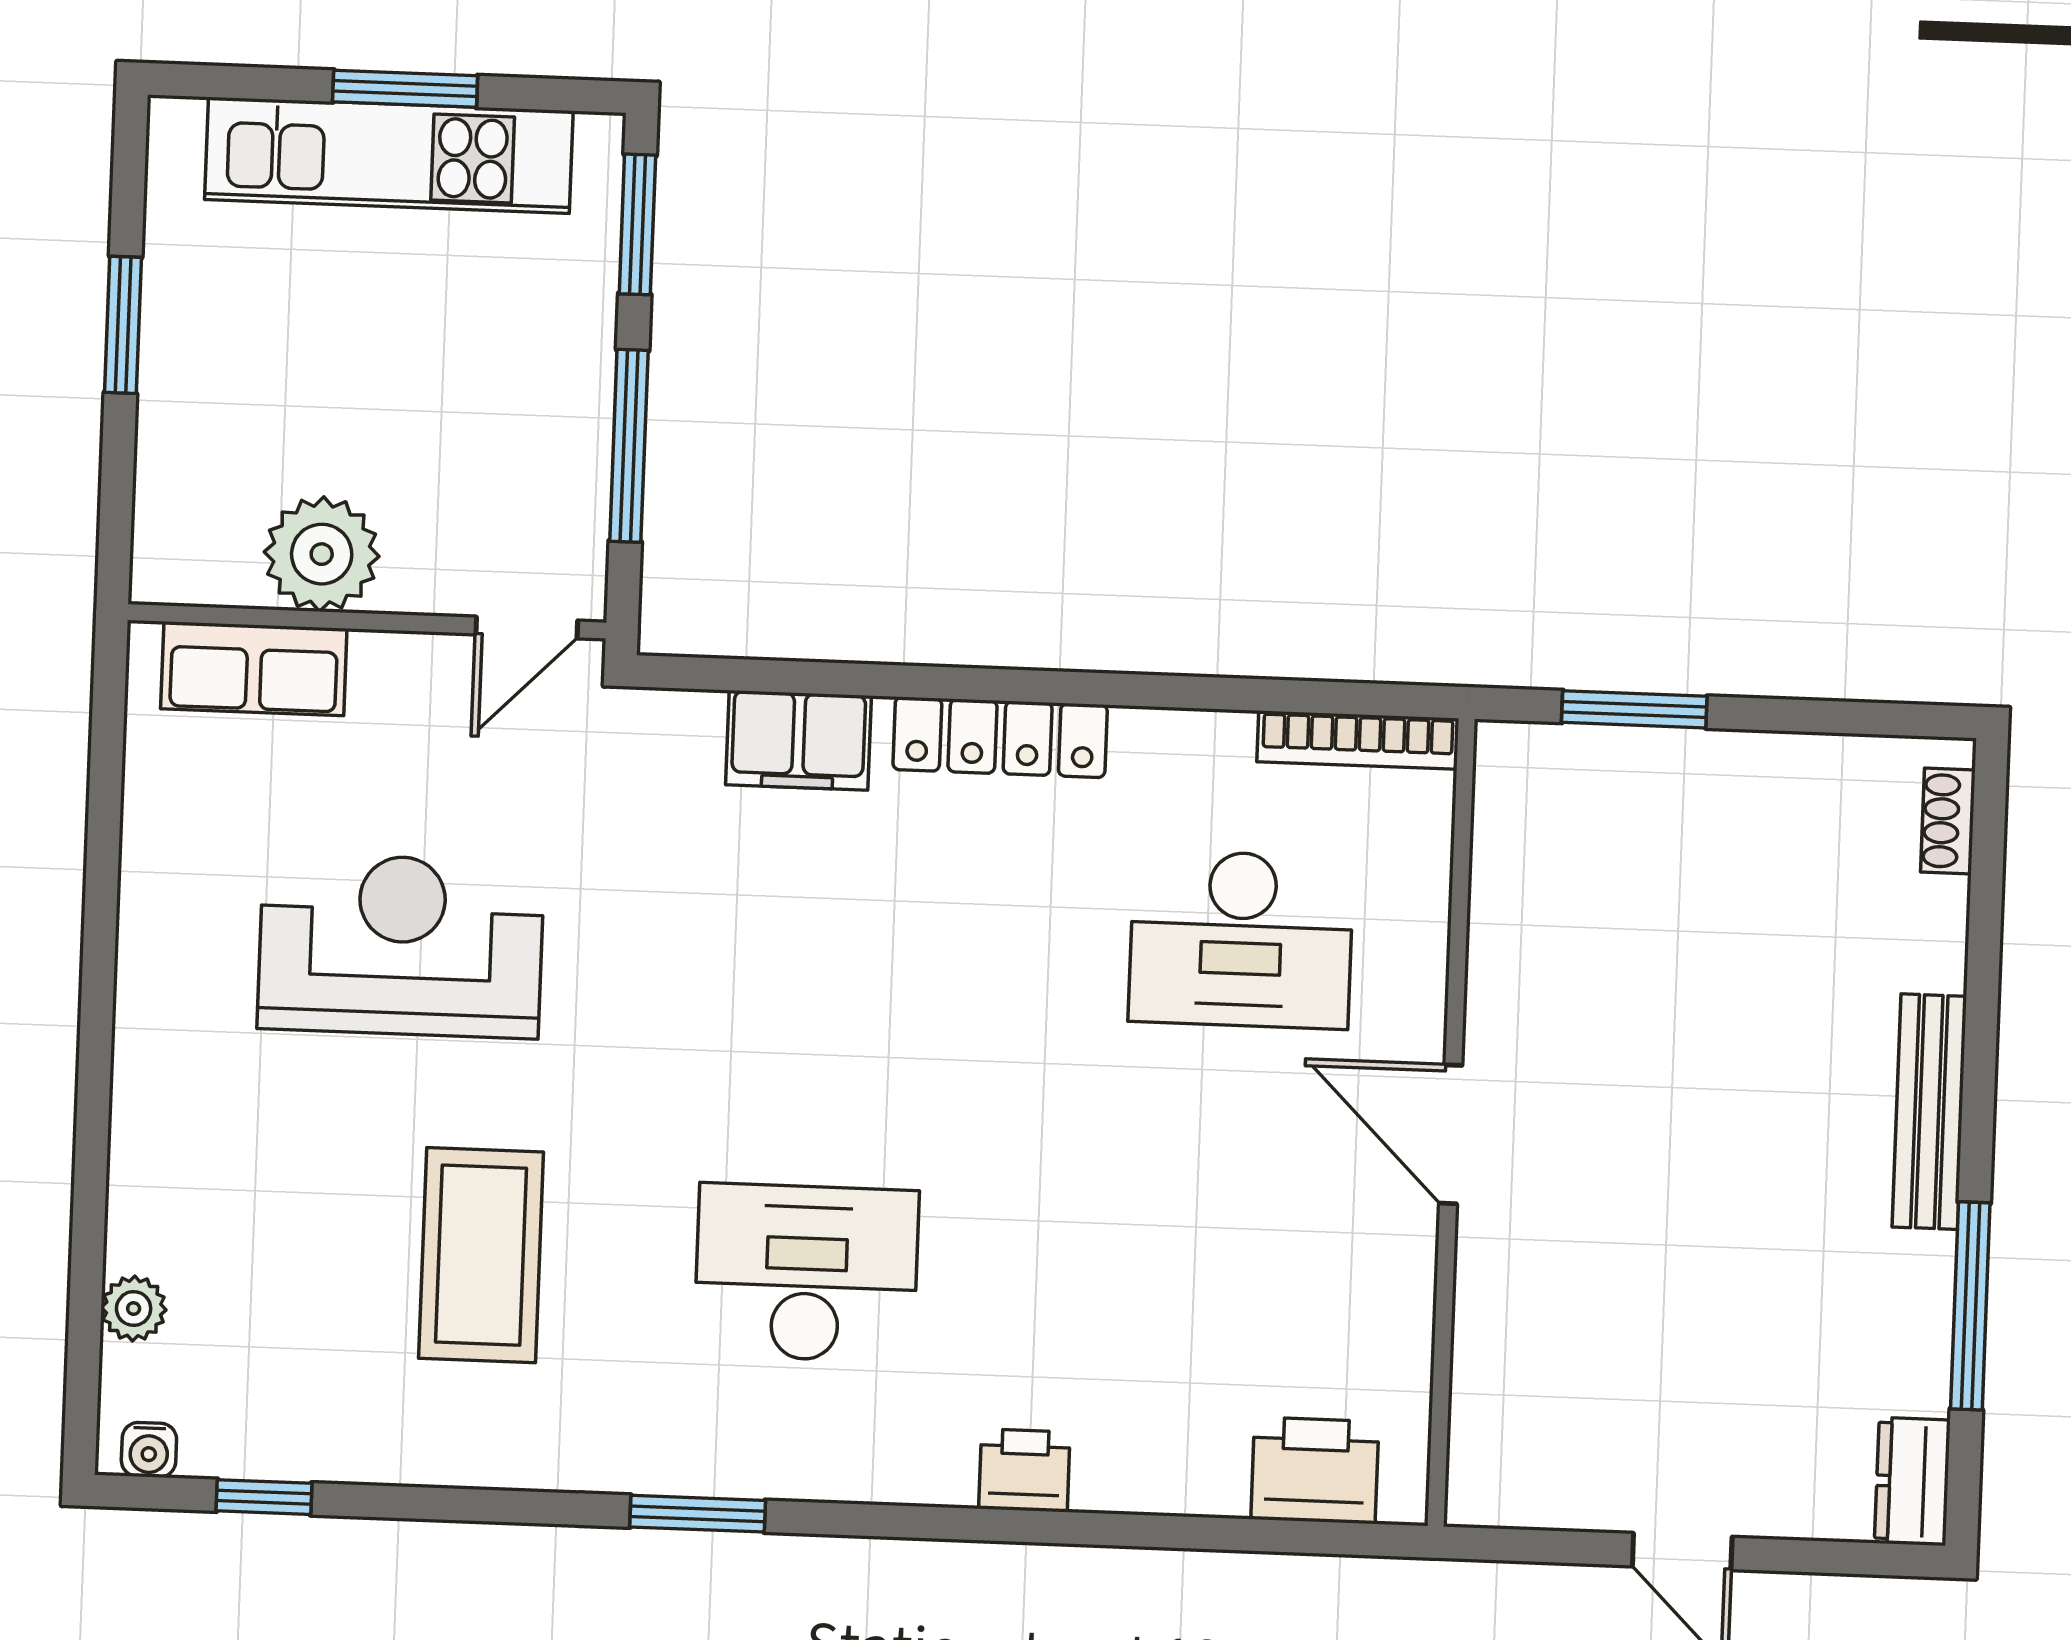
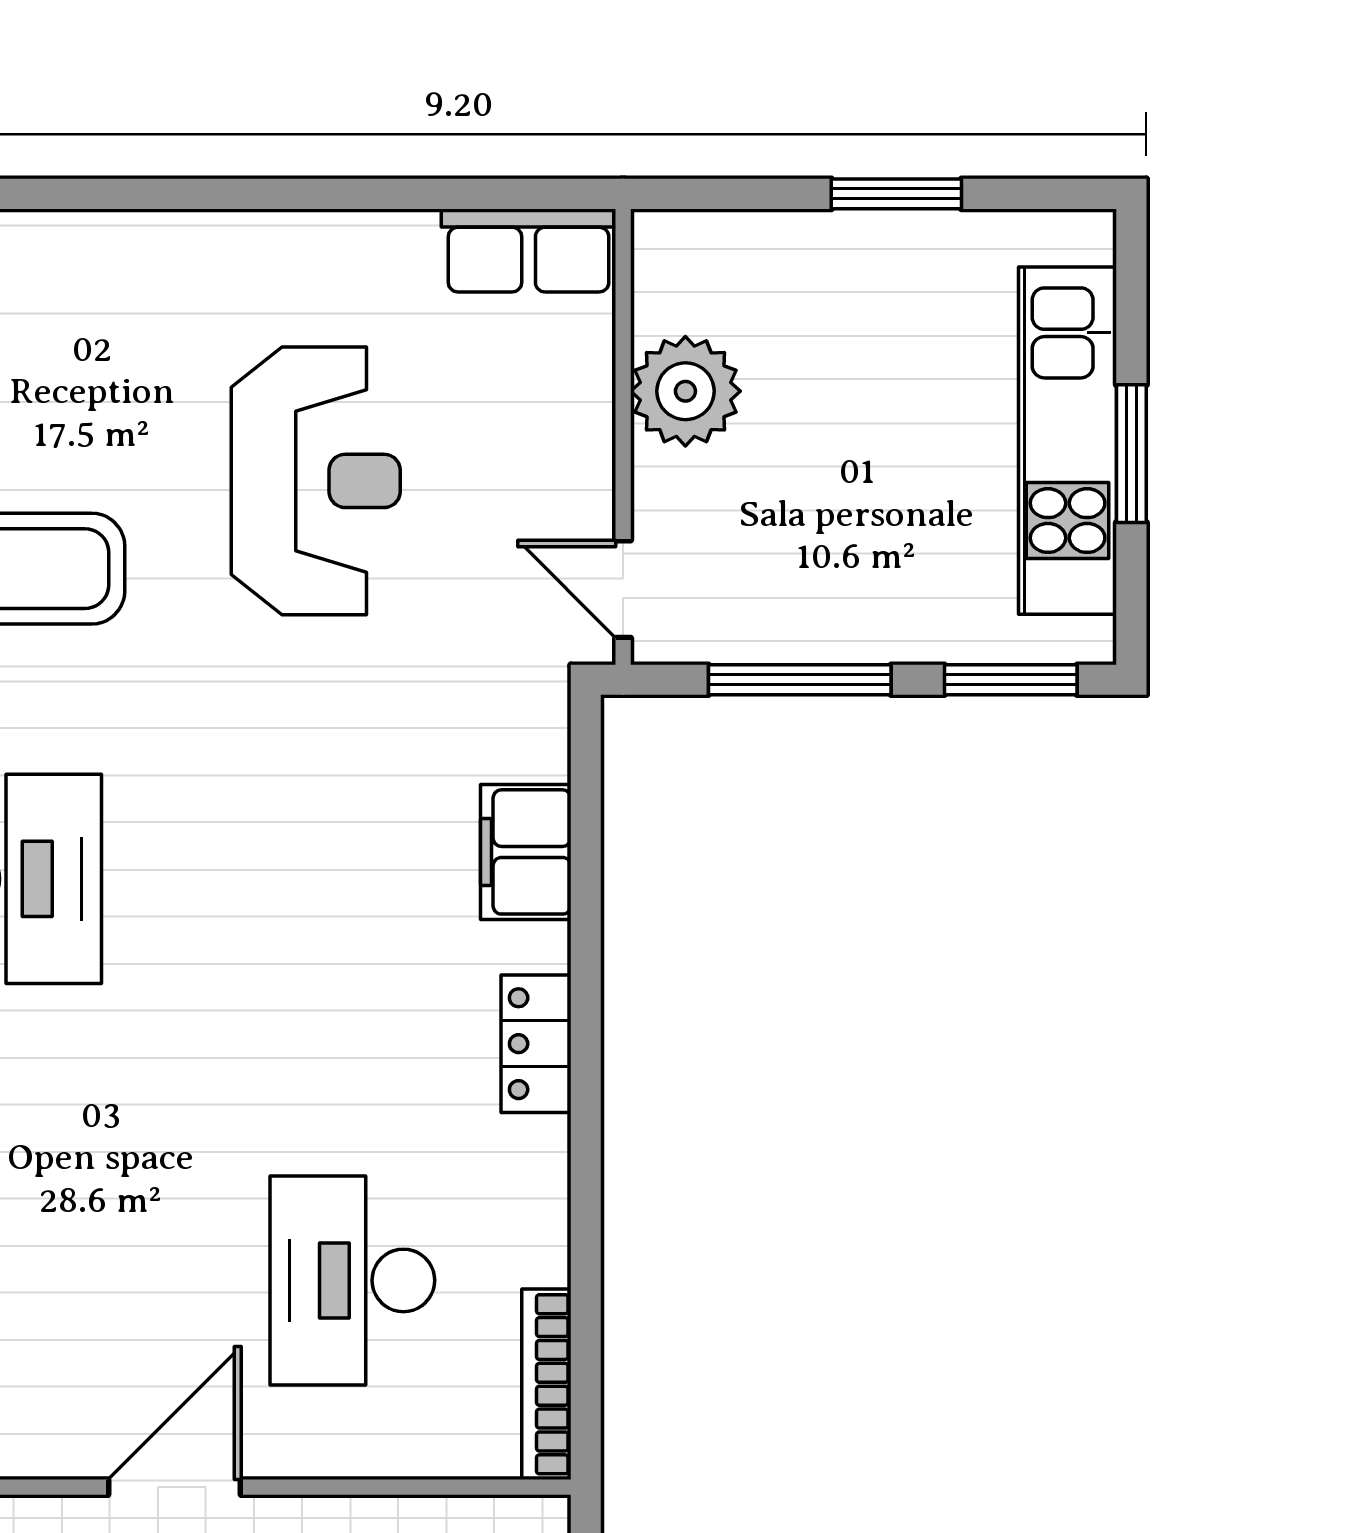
row of seats: (254, 669) -> (529, 250), moved, turned -90
locker: (1000, 737) -> (536, 1044), width x0.66

